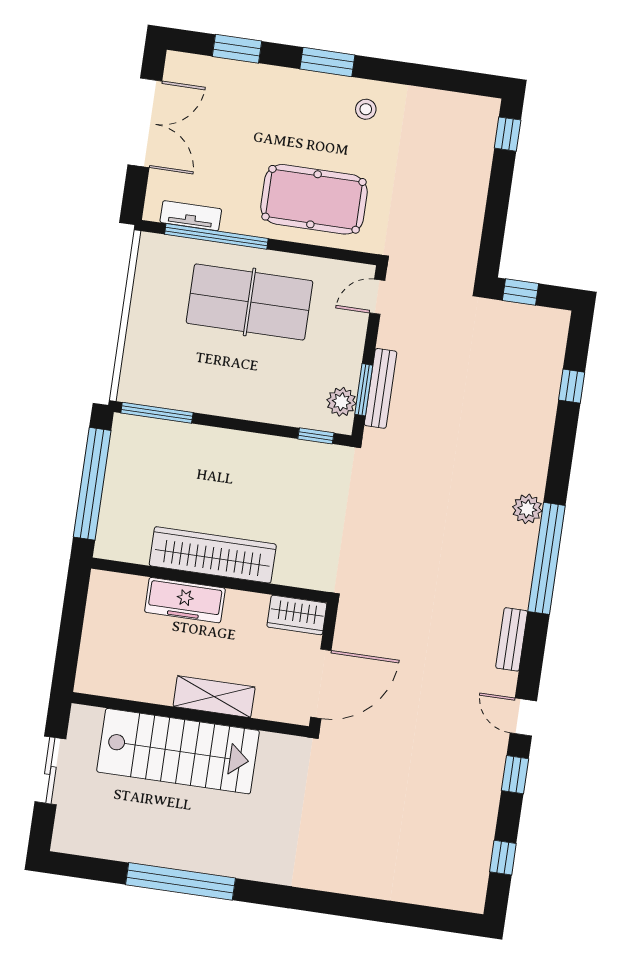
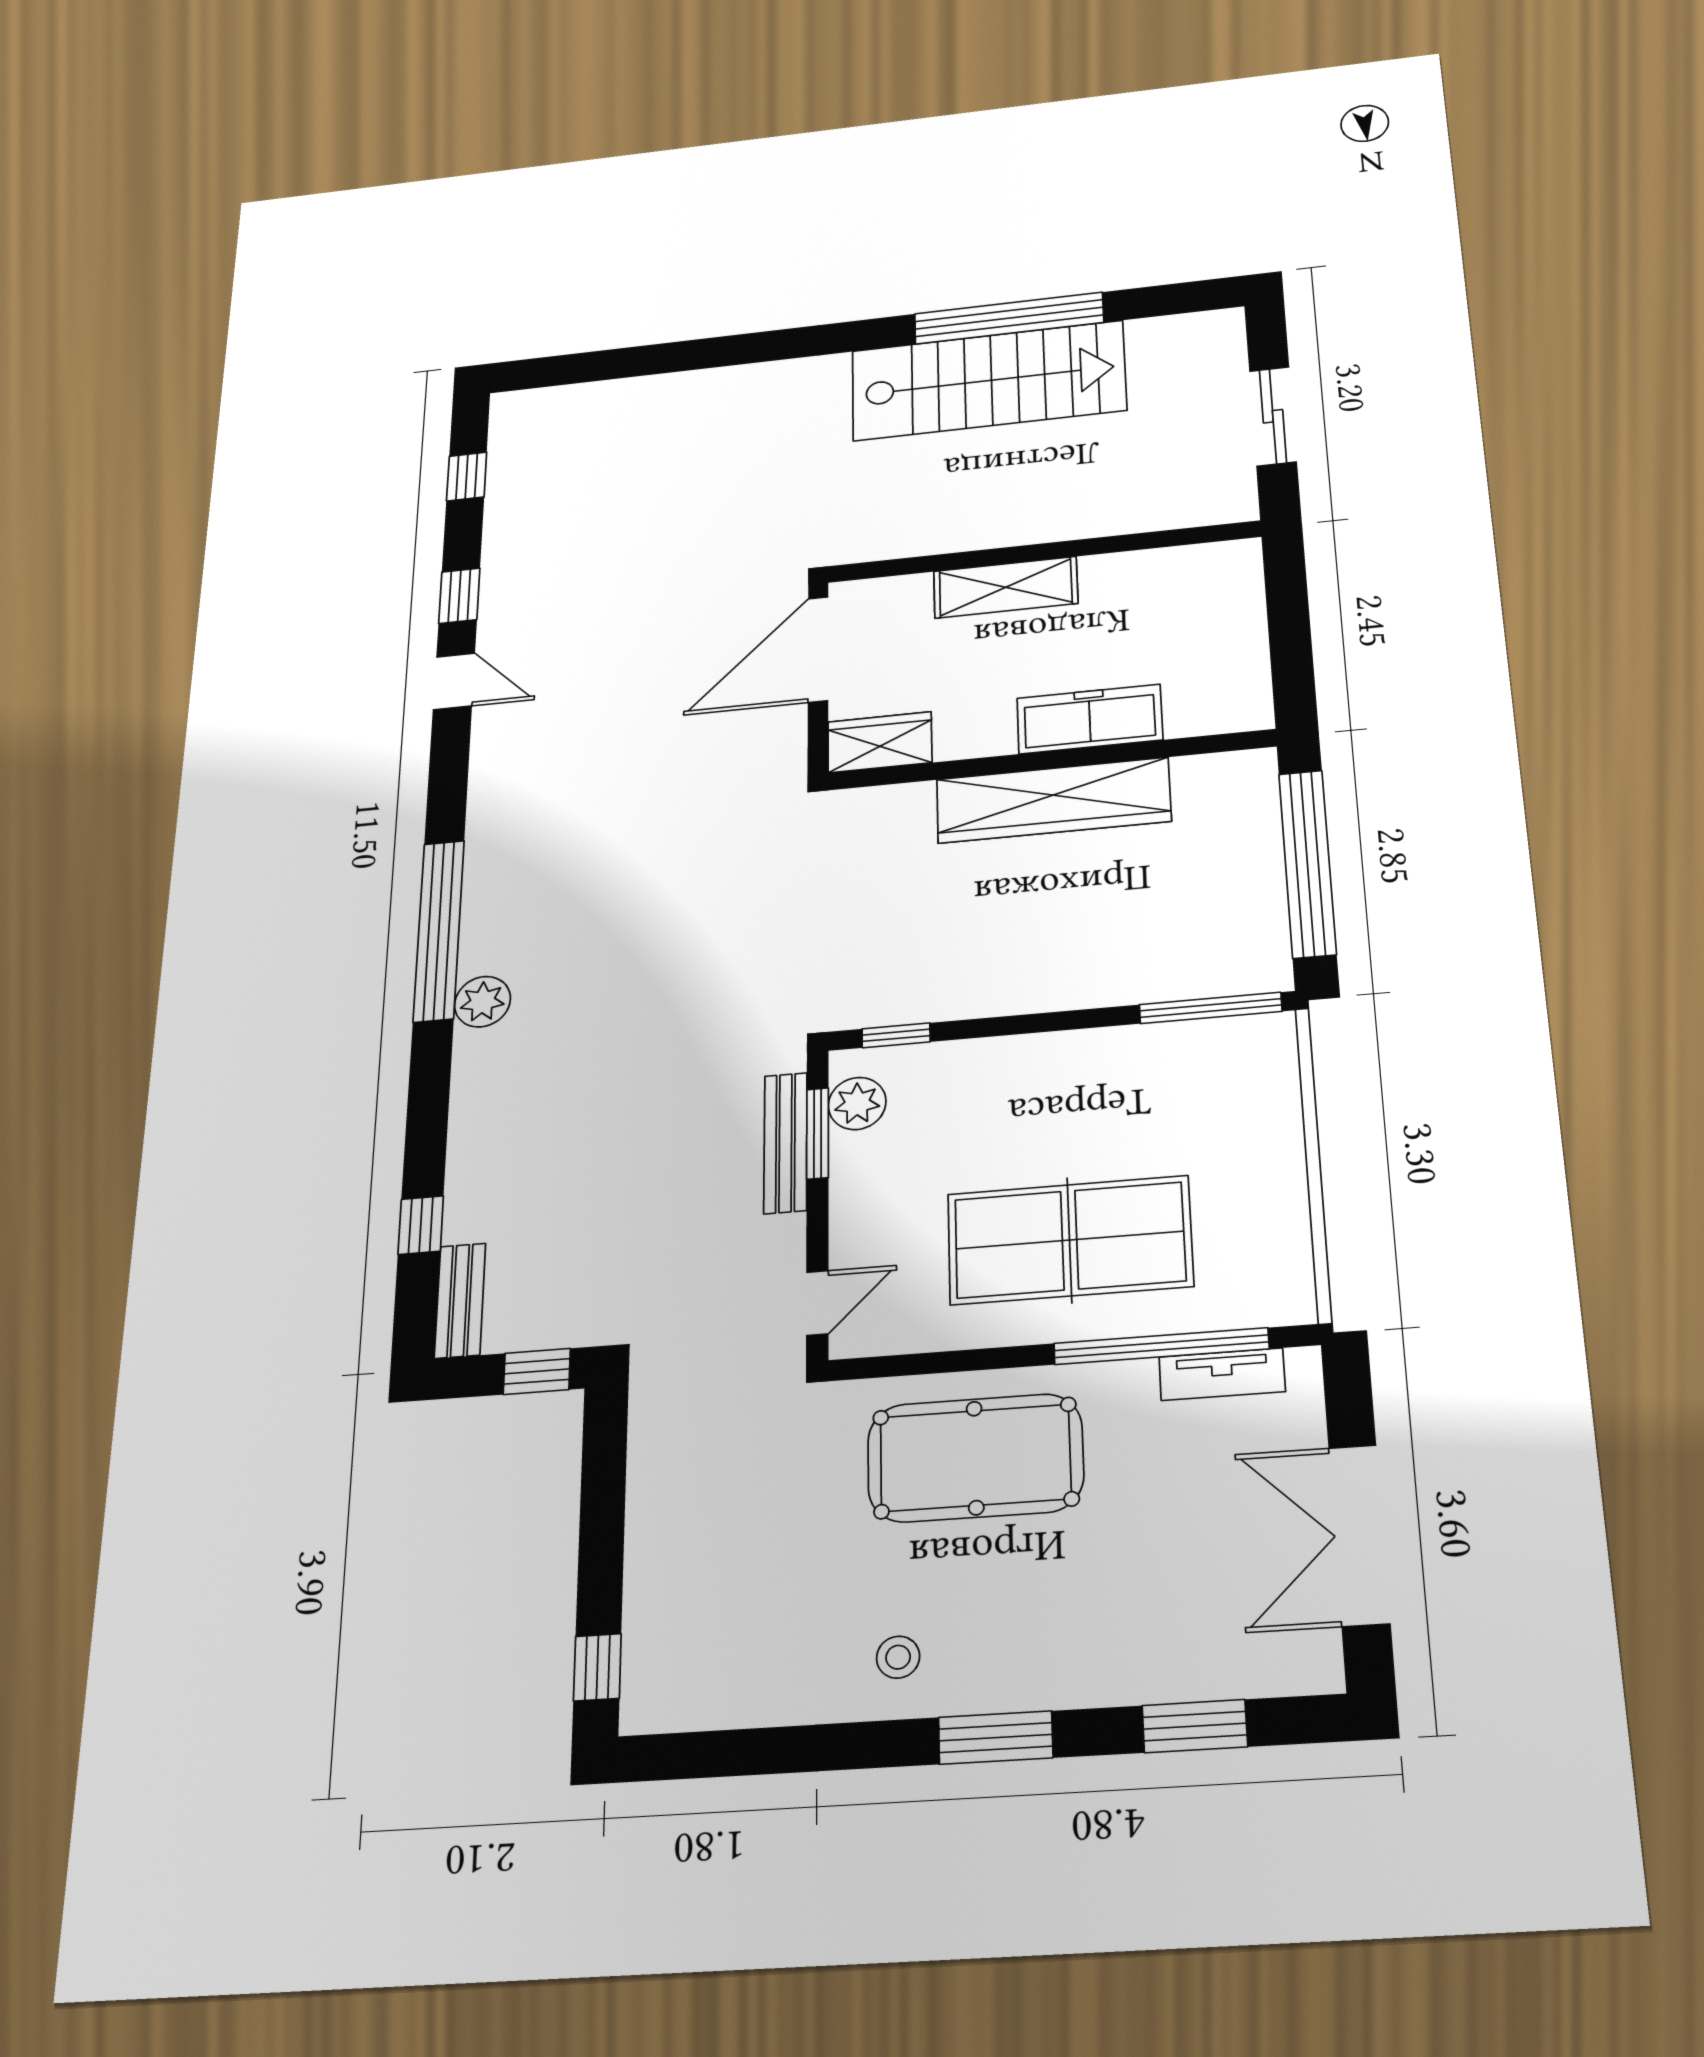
bench: (512, 639) -> (460, 1301), moved
stairs: (178, 751) -> (988, 381), moved, turned 180

